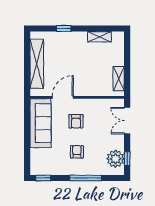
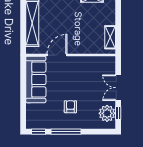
armchair: (76, 121) -> (70, 78), removed
double door: (127, 121) -> (118, 88), moved
window: (86, 178) -> (66, 132), moved

